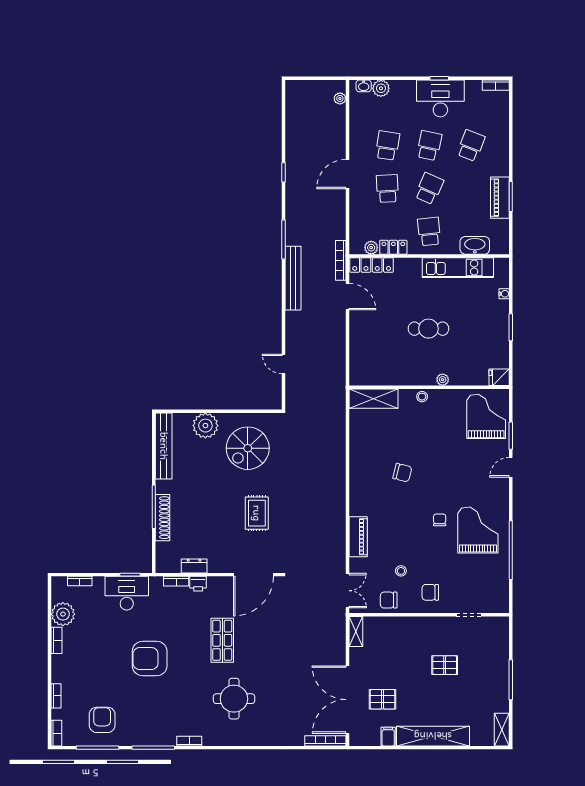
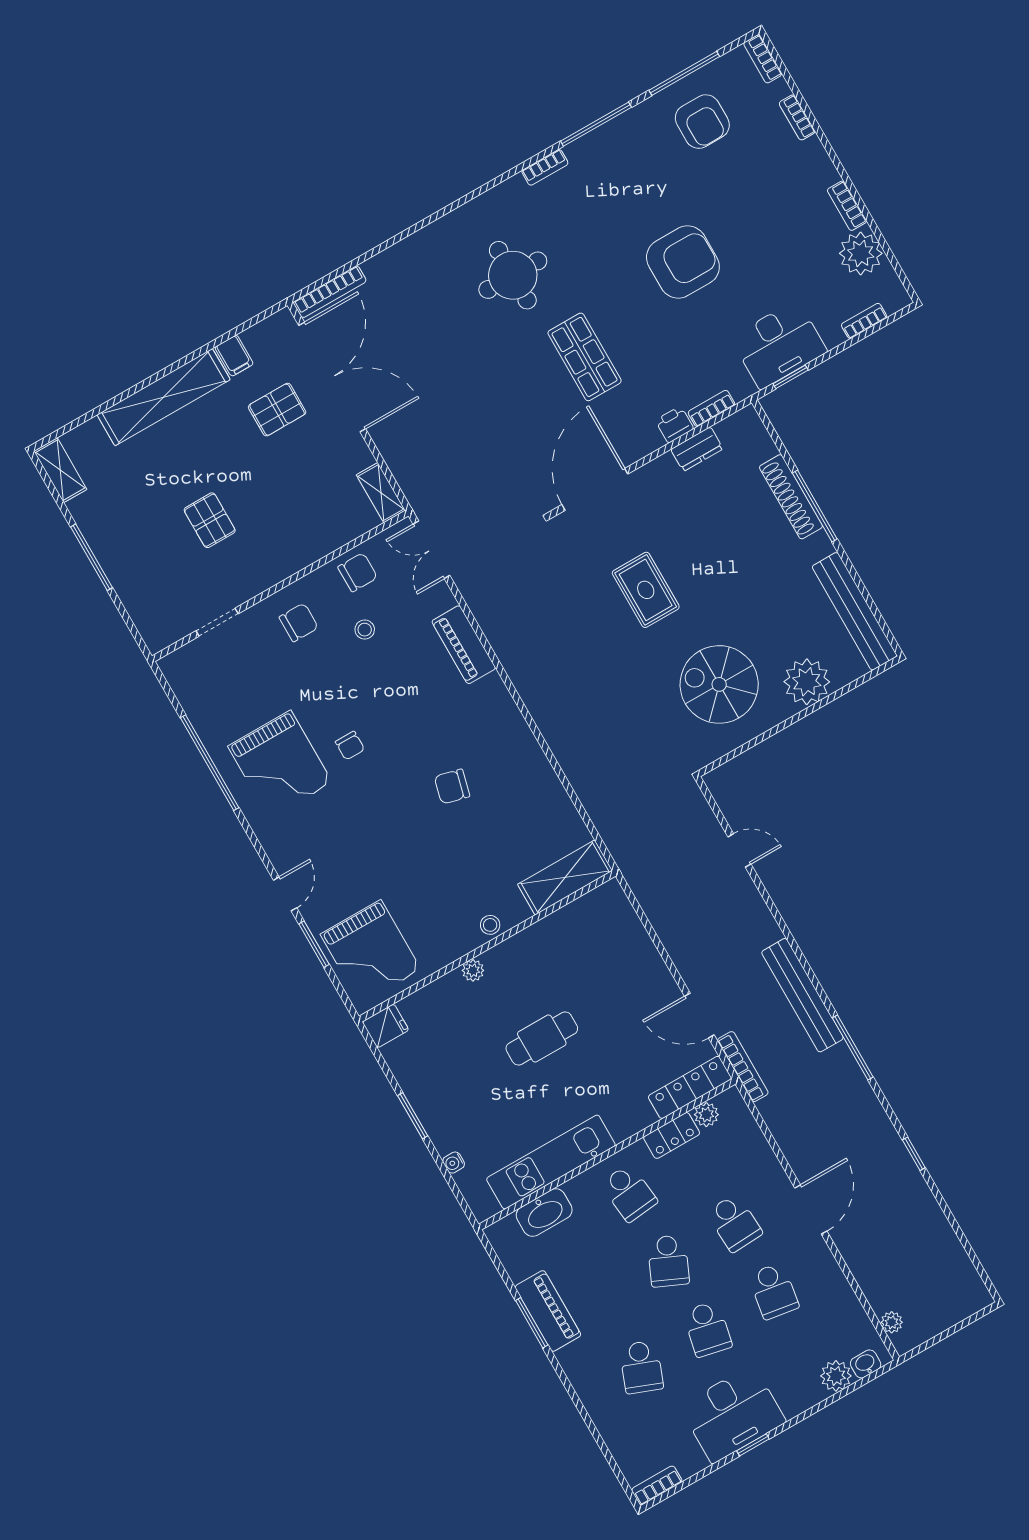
spiral stairs: (248, 448) -> (719, 684), turned -90
pallet: (445, 665) -> (210, 520), turned 90

